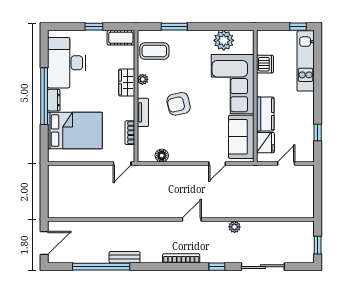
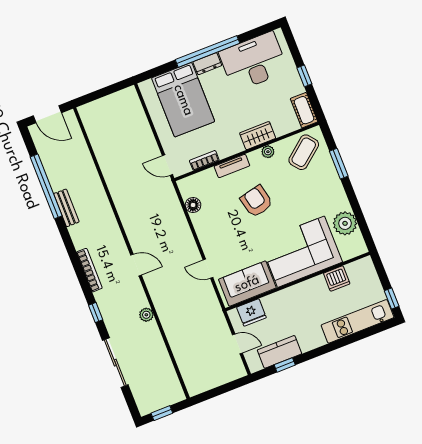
coffee table: (154, 51) -> (304, 152), turned 51
kitchen counter: (265, 114) -> (280, 352), moved, turned 180

